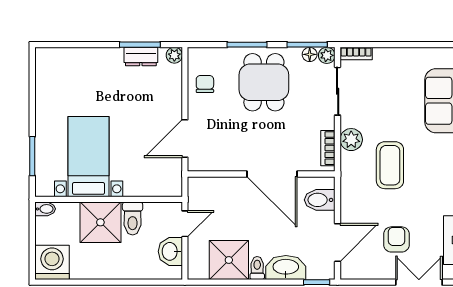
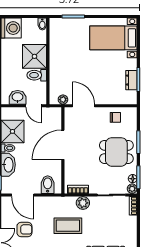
plant: (174, 55) -> (63, 100), moved
bed with nightstands: (89, 157) -> (113, 38), moved, turned 180
door: (272, 174) -> (63, 145), moved

